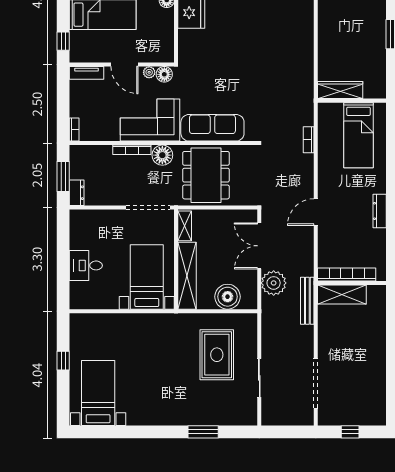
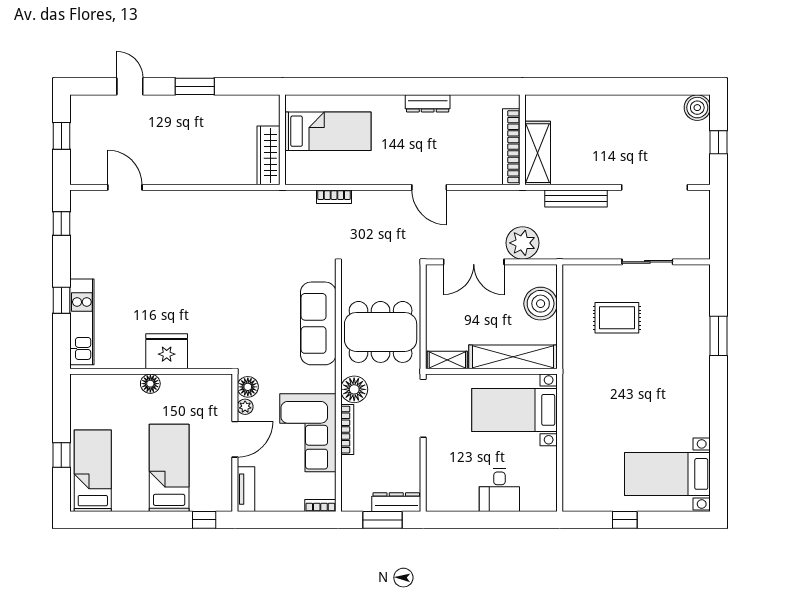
corner sofa: (150, 120) -> (308, 433), moved
dresser: (77, 193) -> (396, 502), width x1.44
bench: (307, 301) -> (576, 198), moved
rug: (217, 355) -> (617, 318), width x0.73, depth x0.70
boiler: (376, 416) -> (697, 108), added

